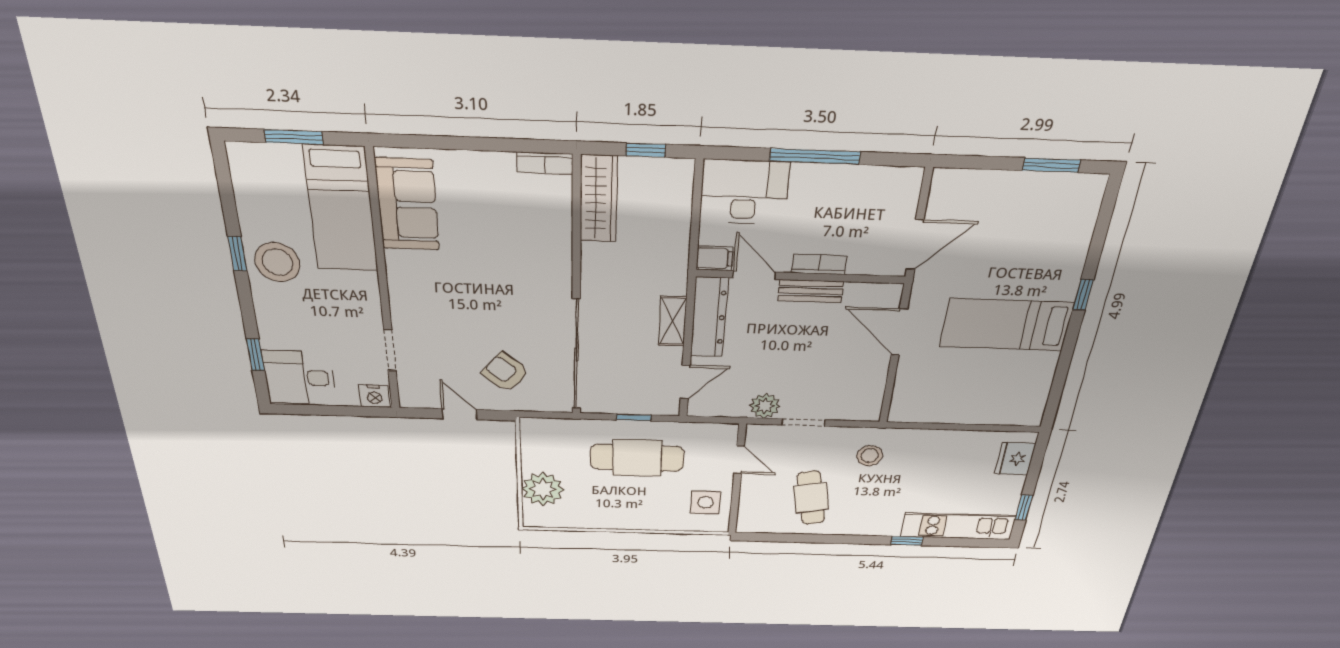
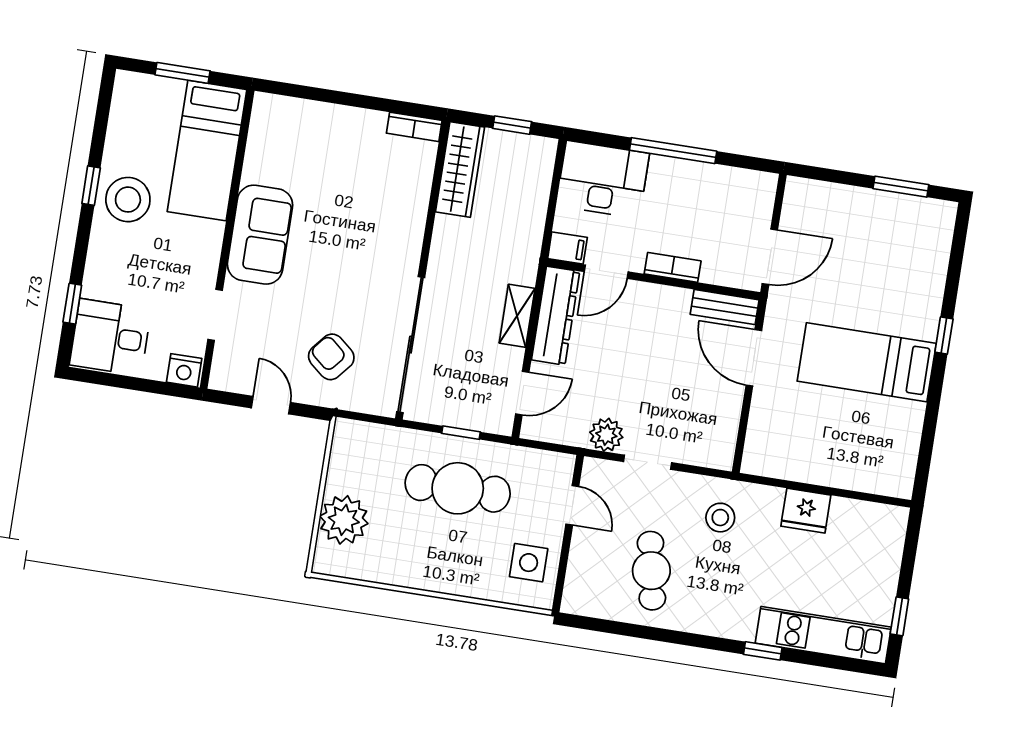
sofa: (407, 205) -> (260, 235), moved
door: (754, 275) -> (606, 272), swing flipped
bench: (811, 291) -> (725, 307), moved
fridge: (1015, 459) -> (806, 511), moved, turned -90

